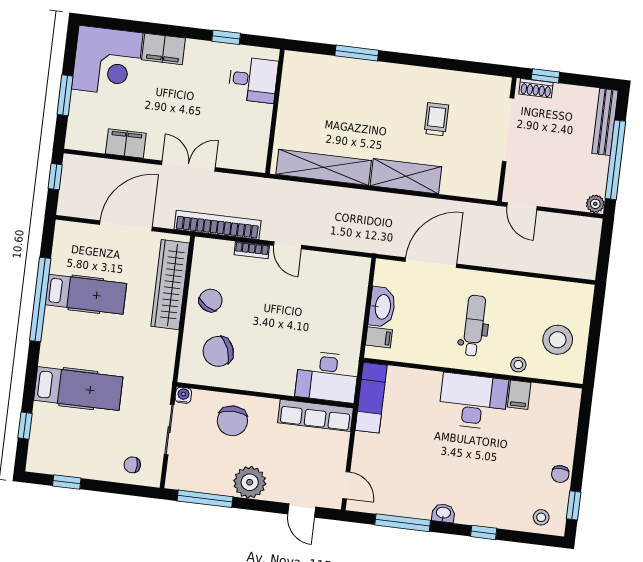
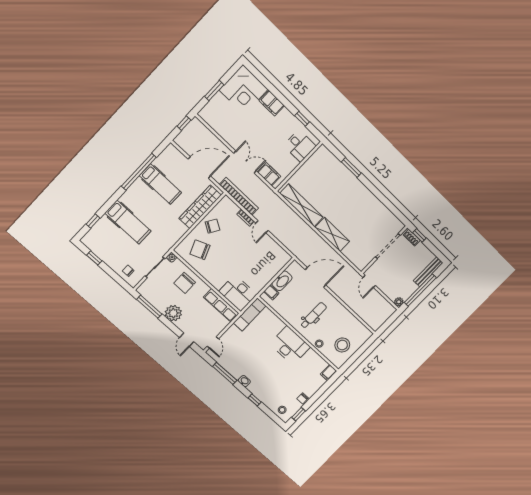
trolley: (436, 119) -> (362, 220), removed
filing cabinet: (126, 144) -> (269, 174), moved
filing cabinet: (519, 395) -> (329, 373), moved

